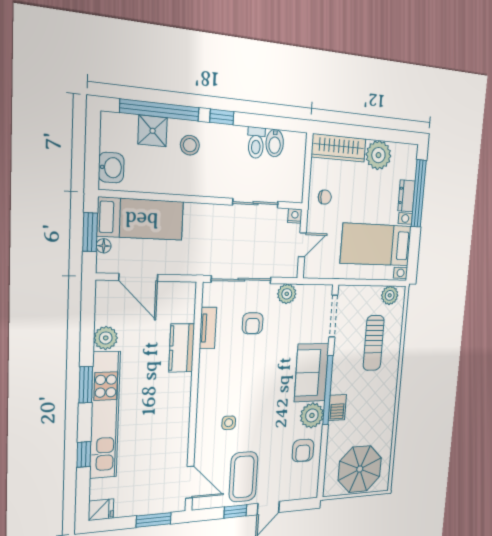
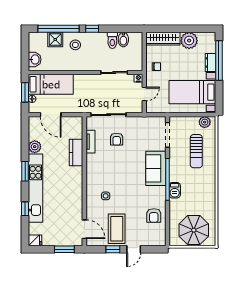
plant: (287, 294) -> (137, 122), removed
plant: (312, 415) -> (158, 194), removed

